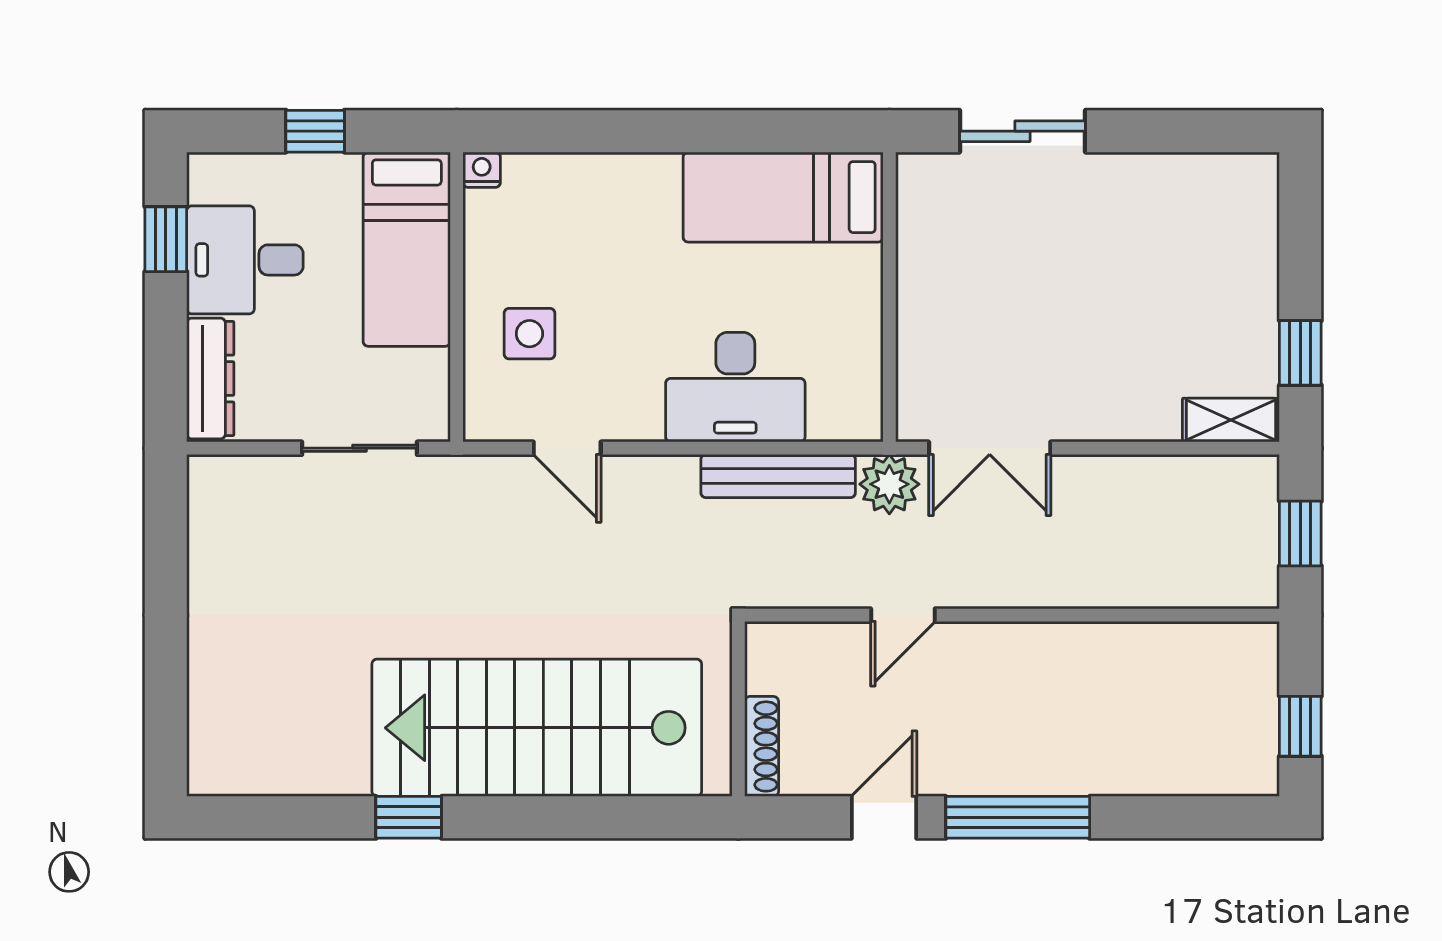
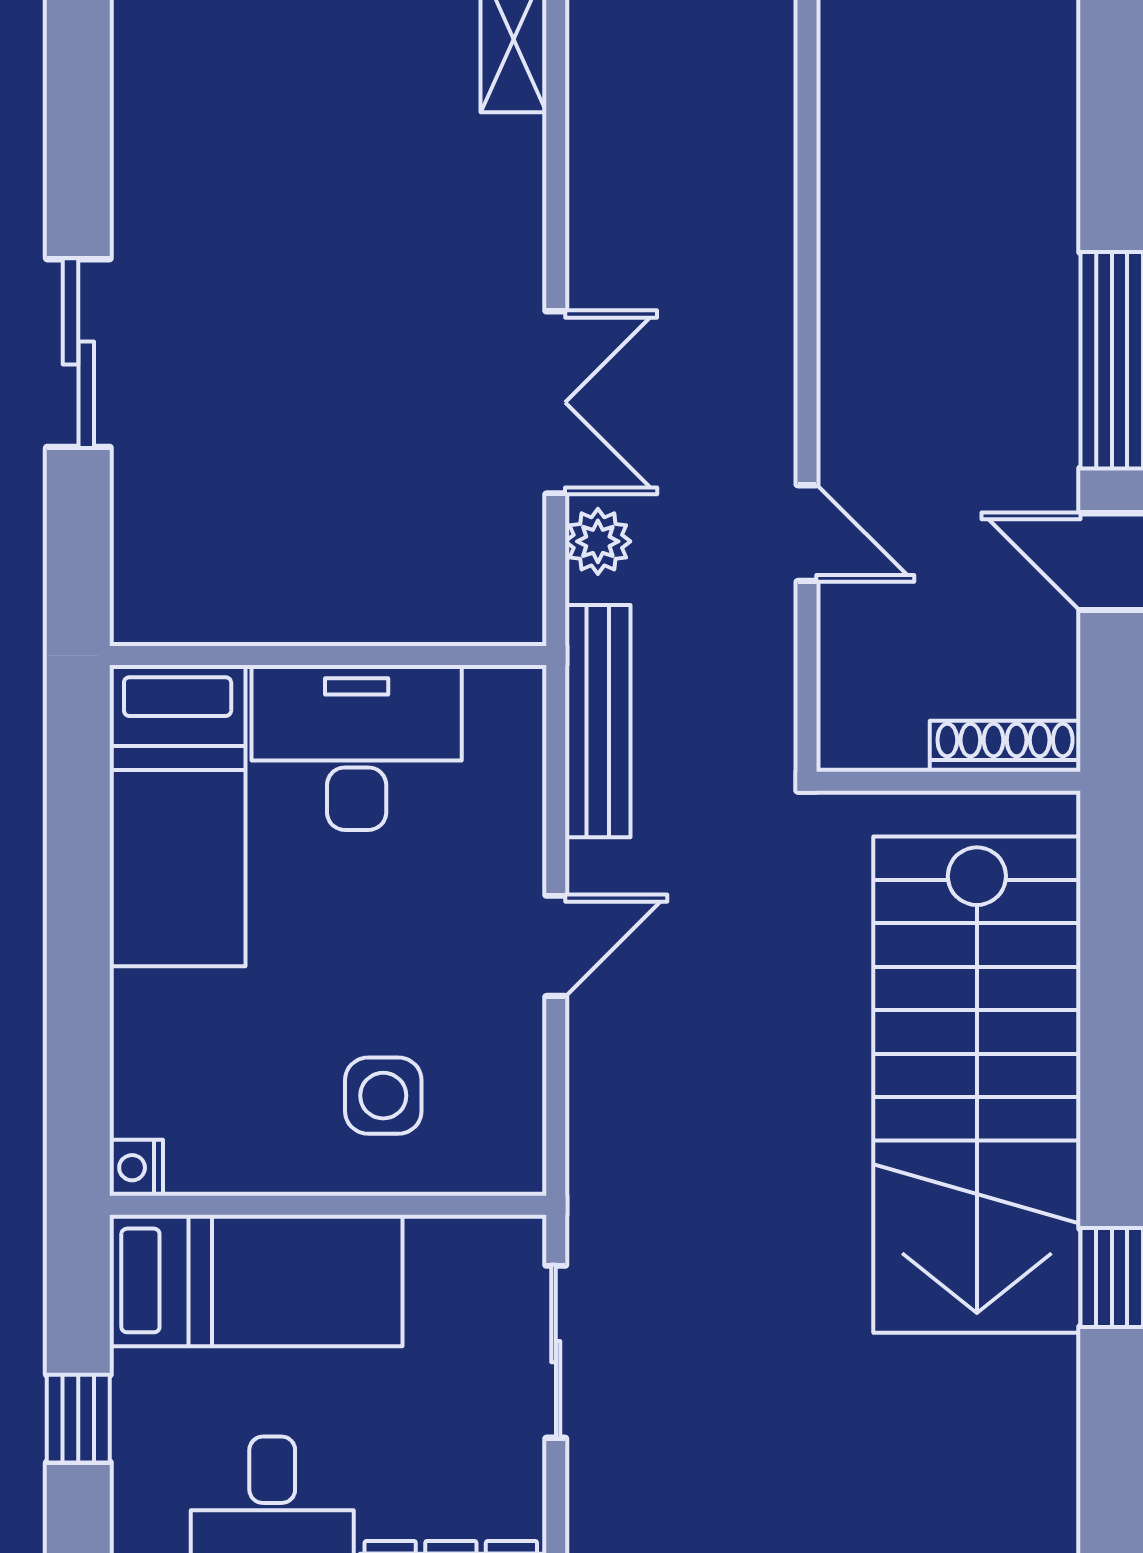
bed: (783, 197) -> (178, 816), moved
wall: (889, 297) -> (328, 656), moved
desk: (735, 387) -> (357, 748), moved, turned -90
door: (567, 448) -> (556, 946), moved
plant: (889, 484) -> (598, 541), width x0.73, depth x0.73

